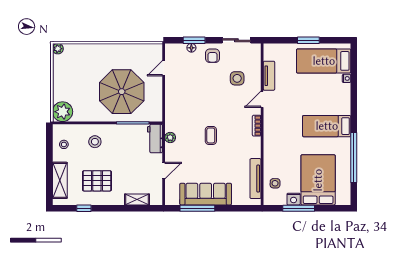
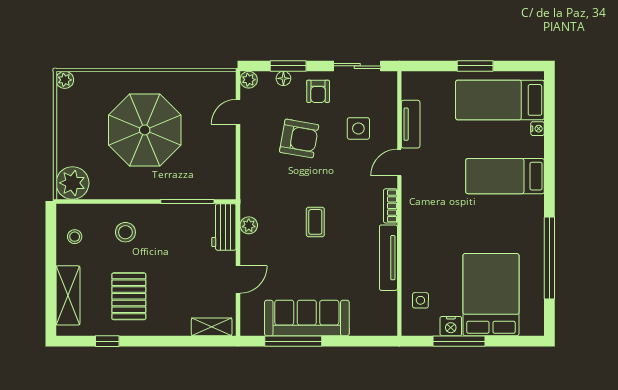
plant: (170, 49) -> (249, 80), added
armchair: (201, 84) -> (299, 138), added
parasol: (122, 92) -> (145, 130), moved
bed: (327, 126) -> (505, 176), moved
tv unit: (255, 179) -> (388, 258), moved
pallet: (97, 181) -> (129, 296), turned 90
shelving: (137, 199) -> (212, 327), moved

